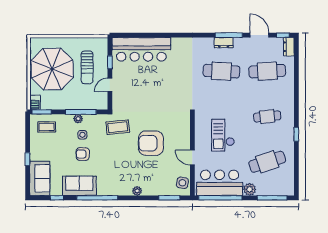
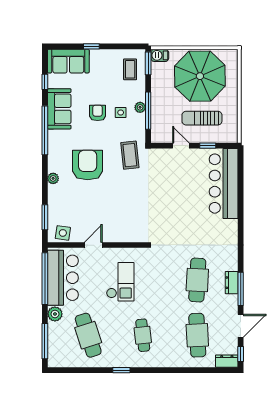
checkout: (223, 135) -> (120, 282), turned 90
armchair: (151, 143) -> (88, 165), moved

